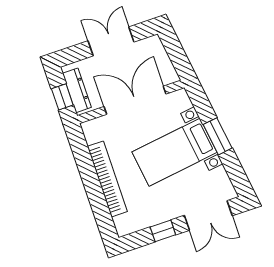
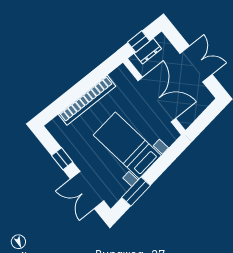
dresser: (77, 90) -> (148, 51), width x0.70
window: (218, 136) -> (136, 192), moved

